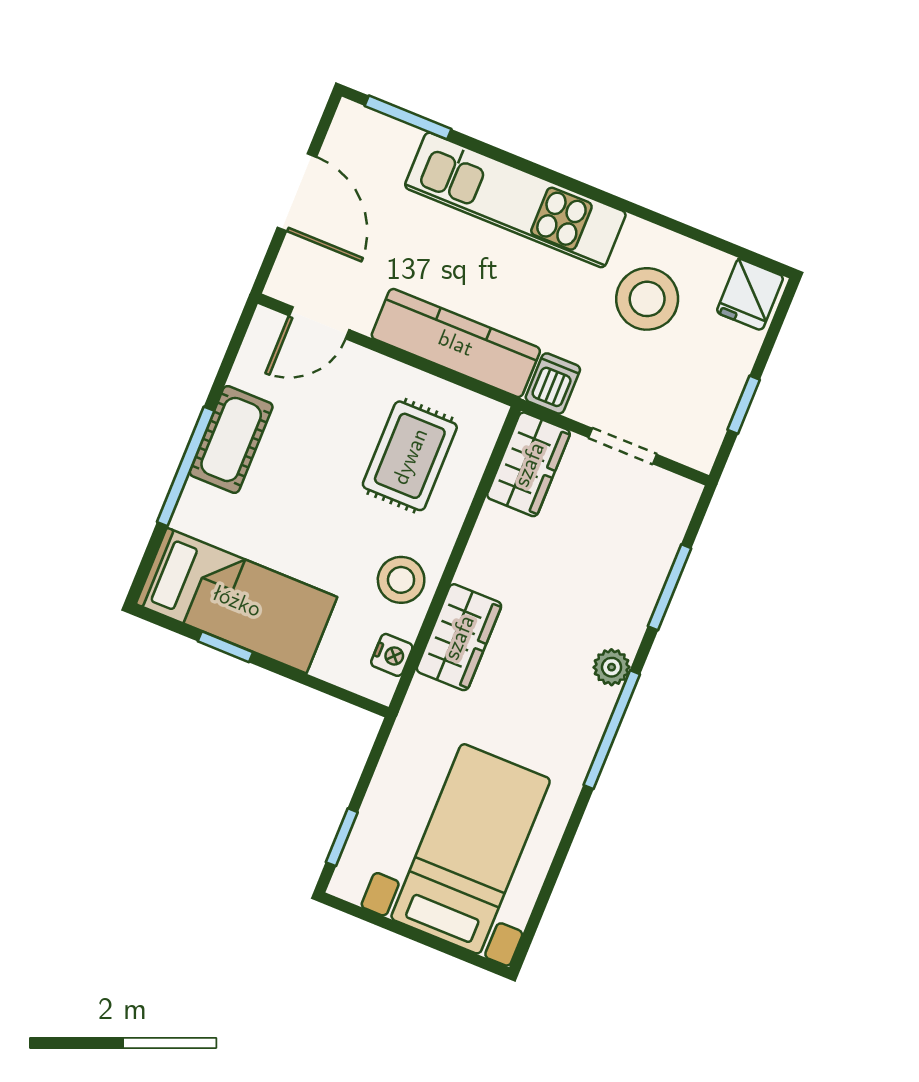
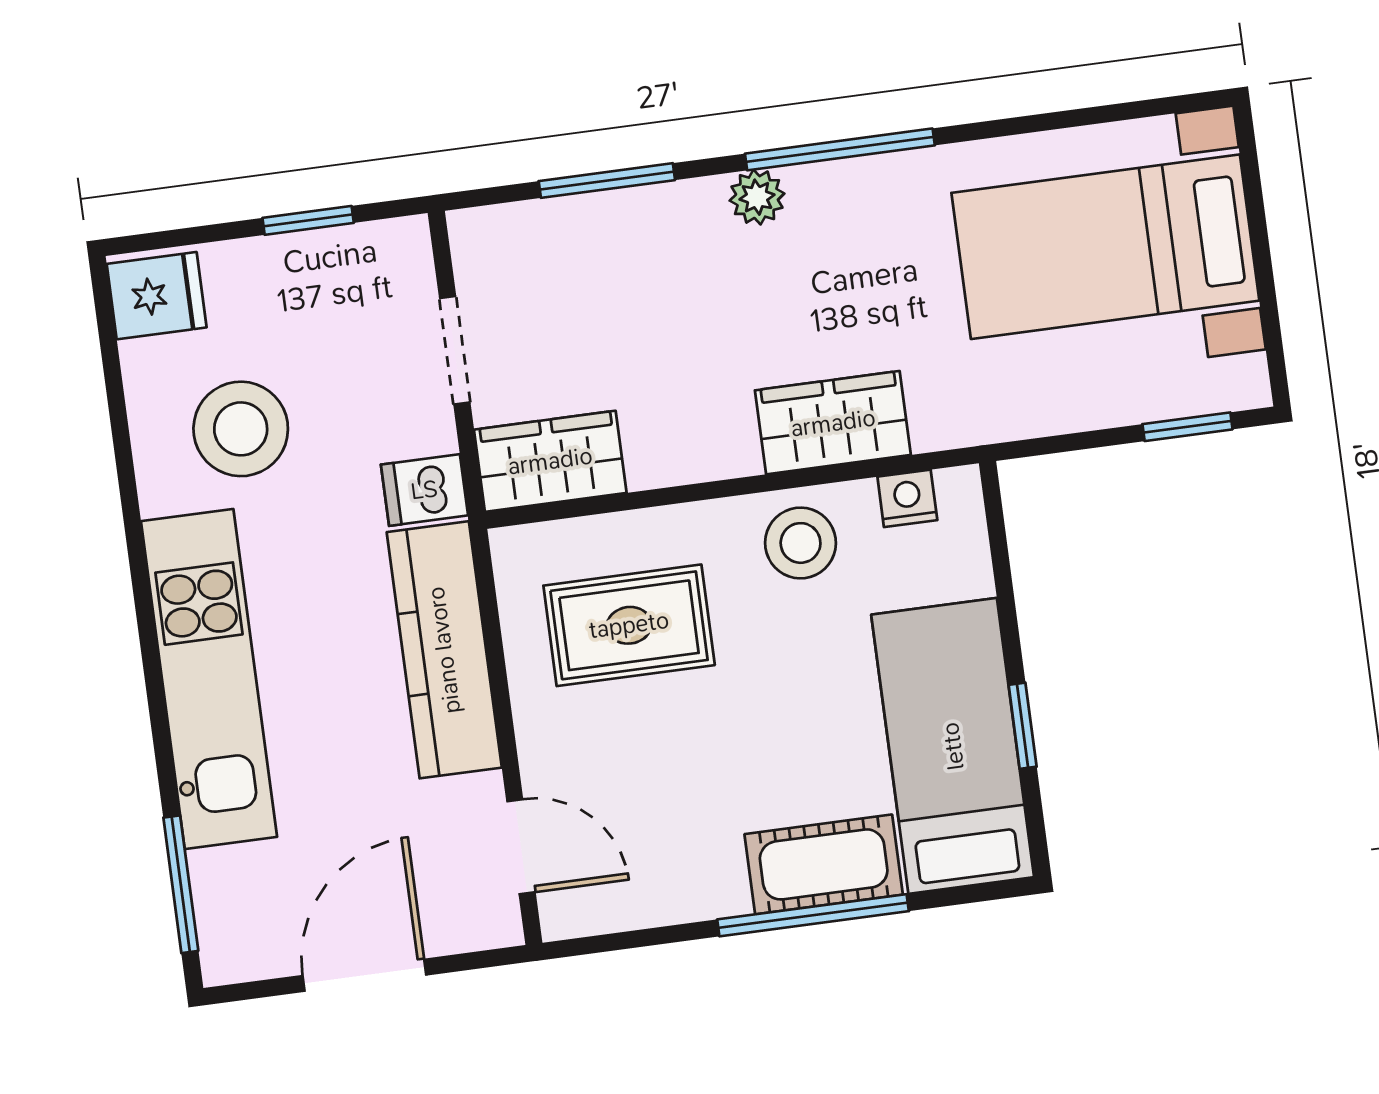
cot: (231, 439) -> (824, 864), moved

